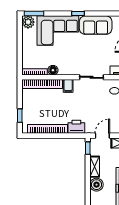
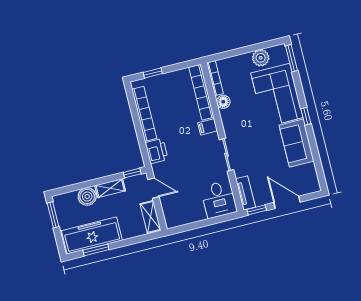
plant: (28, 22) -> (261, 58), moved

